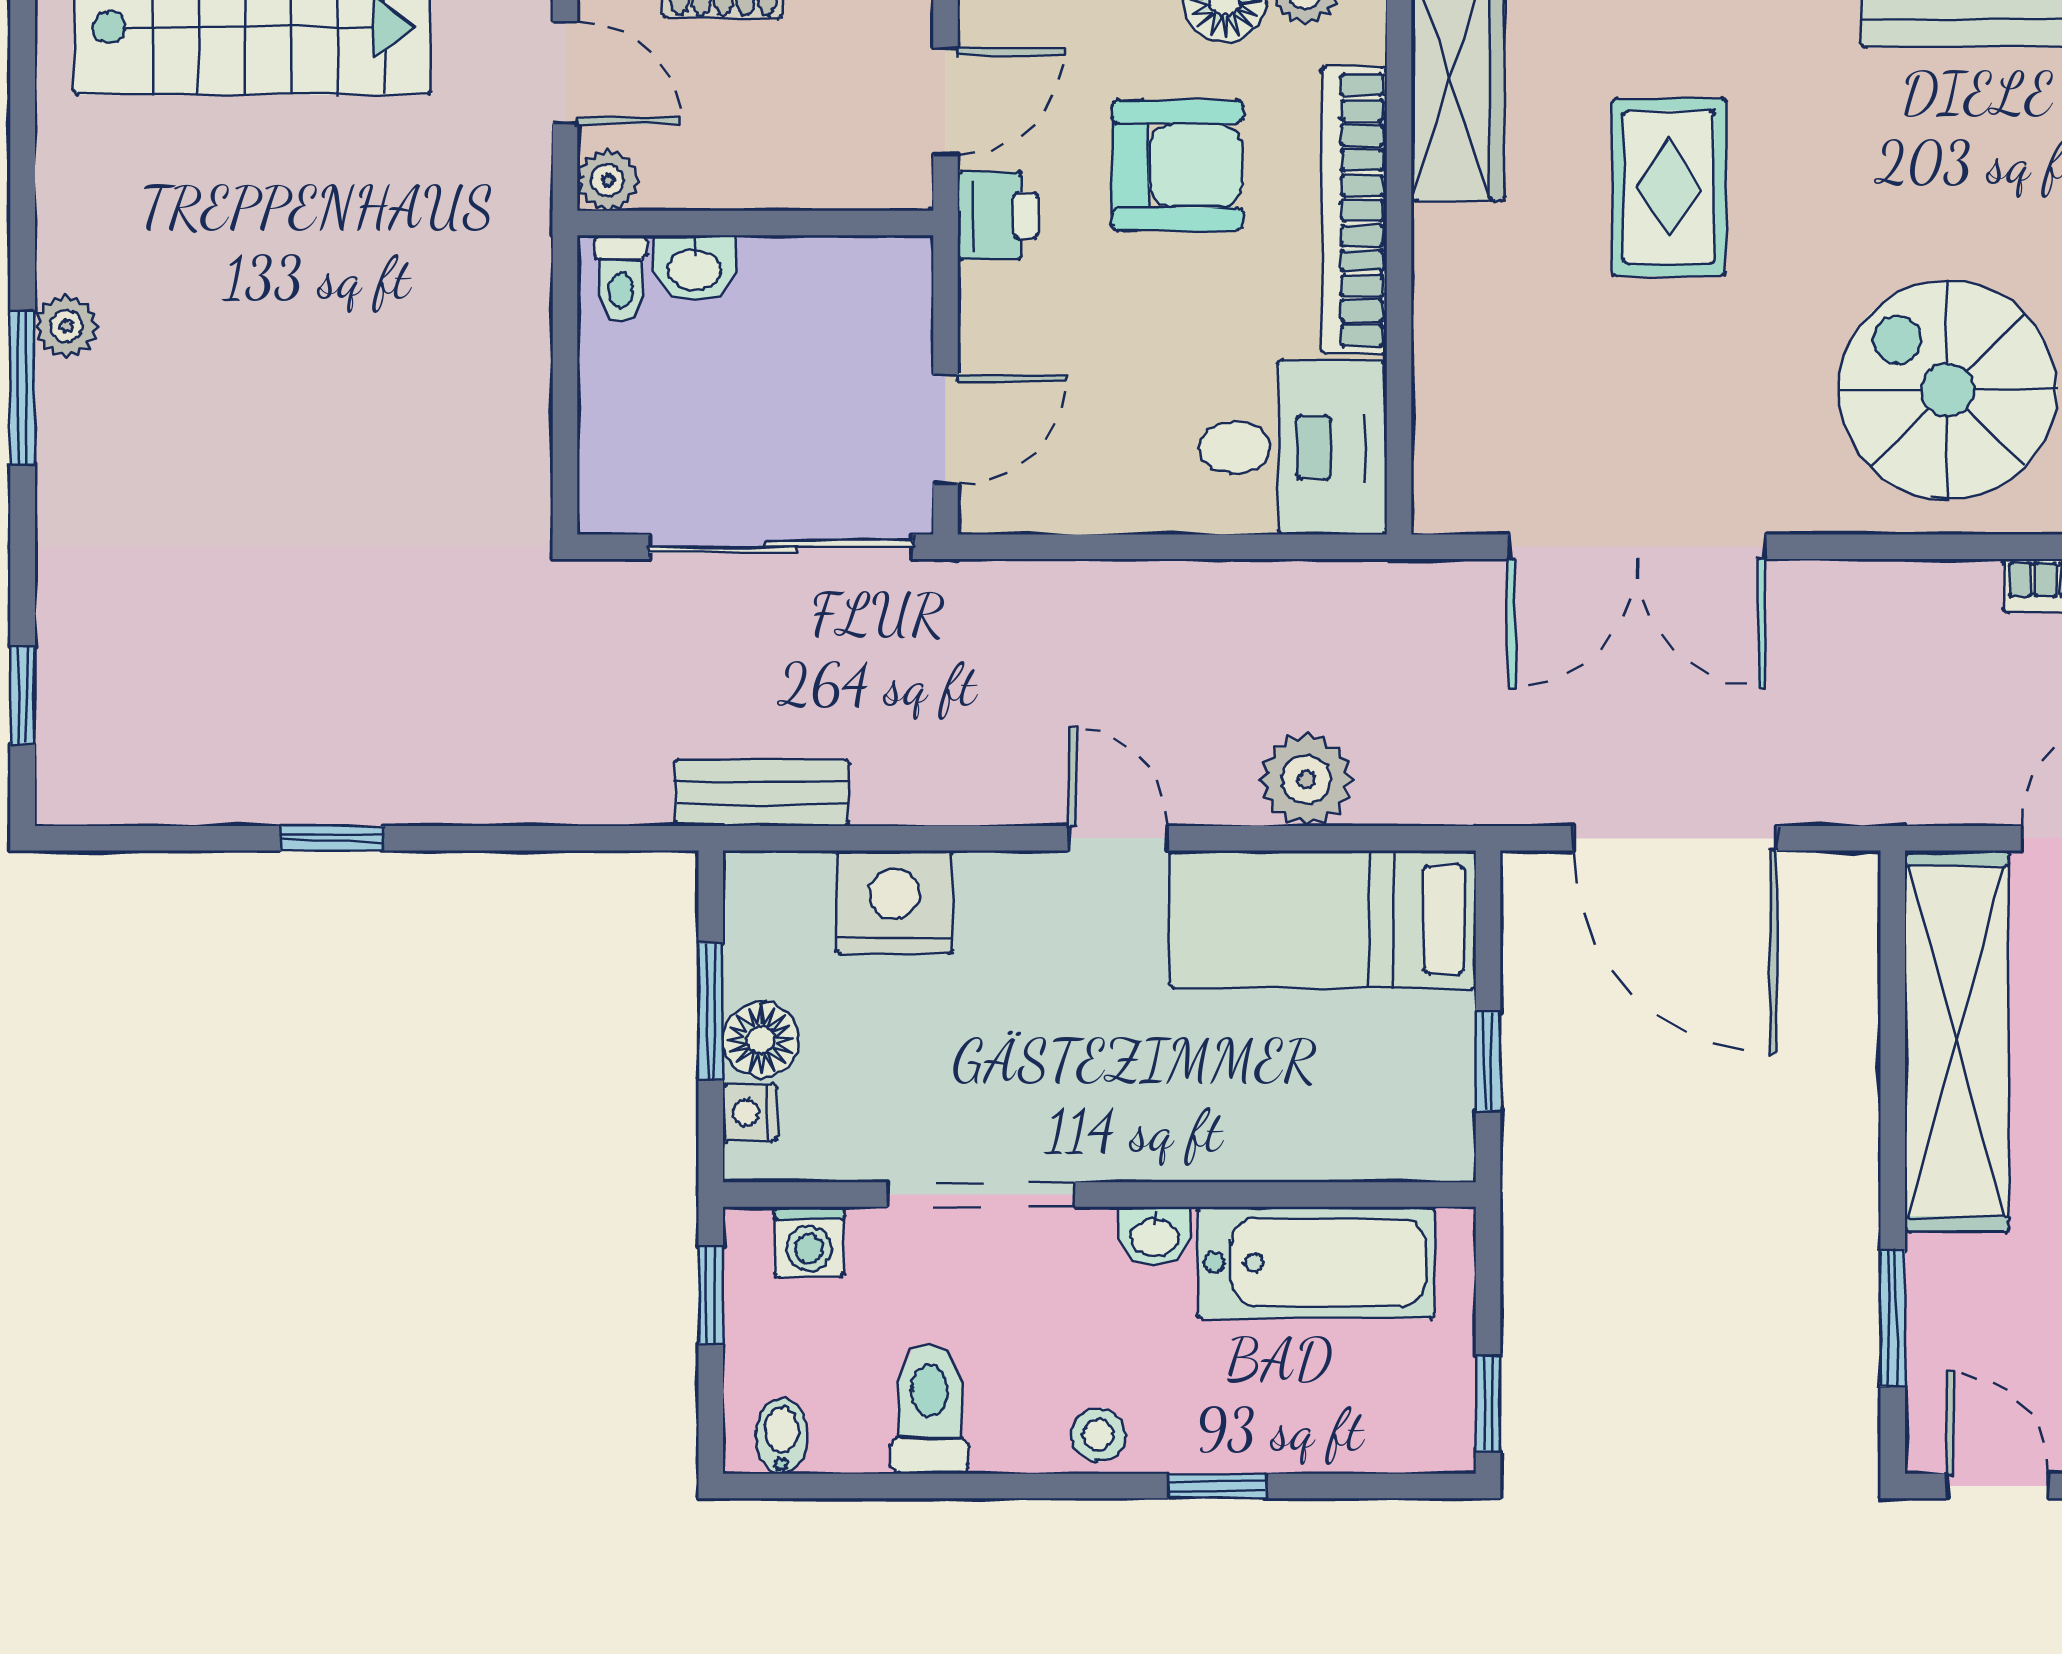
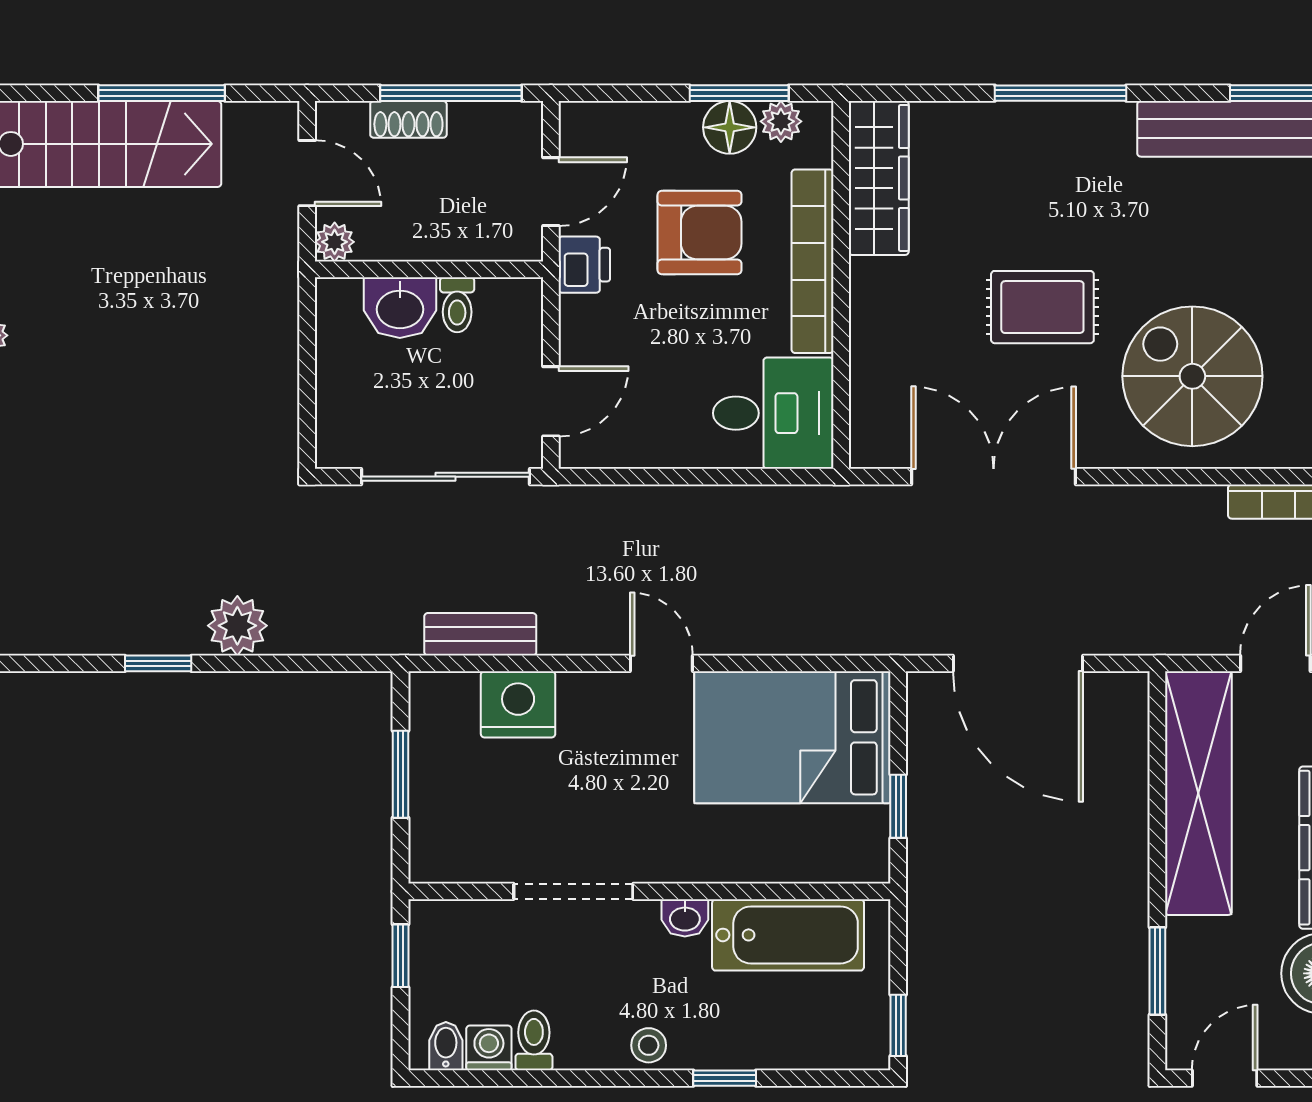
rug: (1669, 187) -> (1042, 307), moved, turned 90
washbasin: (694, 268) -> (400, 308), width x1.38, depth x1.45
toilet: (621, 278) -> (457, 305), moved
double door: (1637, 547) -> (994, 477), swing flipped
plant: (1306, 780) -> (237, 626), moved
bench: (762, 793) -> (480, 634), moved
bed: (1323, 919) -> (792, 737), width x1.50
floor lamp: (761, 1040) -> (433, 792), removed
nightstand: (750, 1113) -> (425, 839), removed
washing machine: (809, 1242) -> (489, 1048), moved, turned 180
toilet: (930, 1409) -> (534, 1040), width x0.73, depth x0.72
door: (1998, 1486) -> (1225, 1078), hinge flipped

